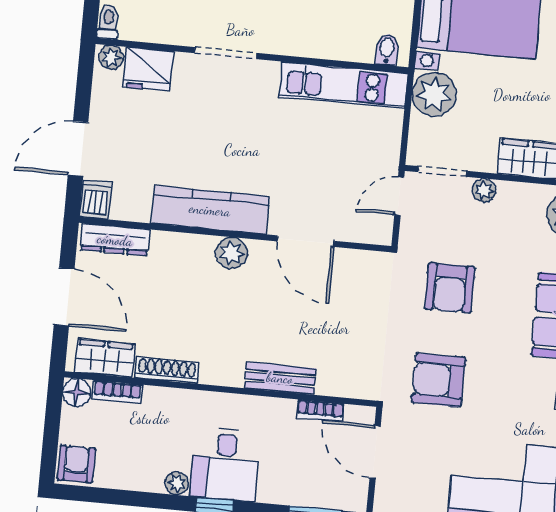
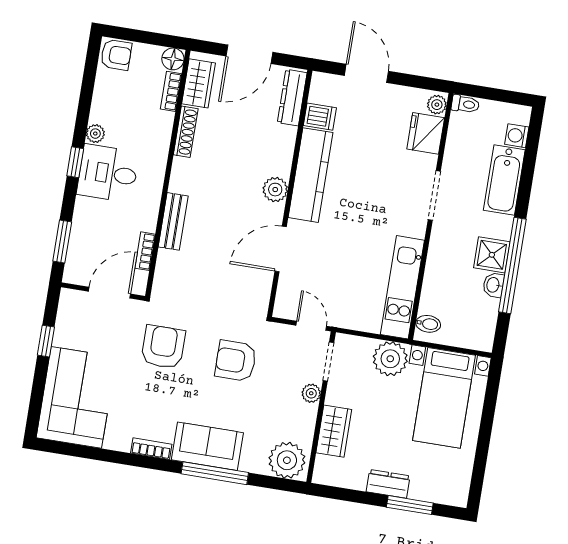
dishwasher: (95, 199) -> (320, 117), moved

